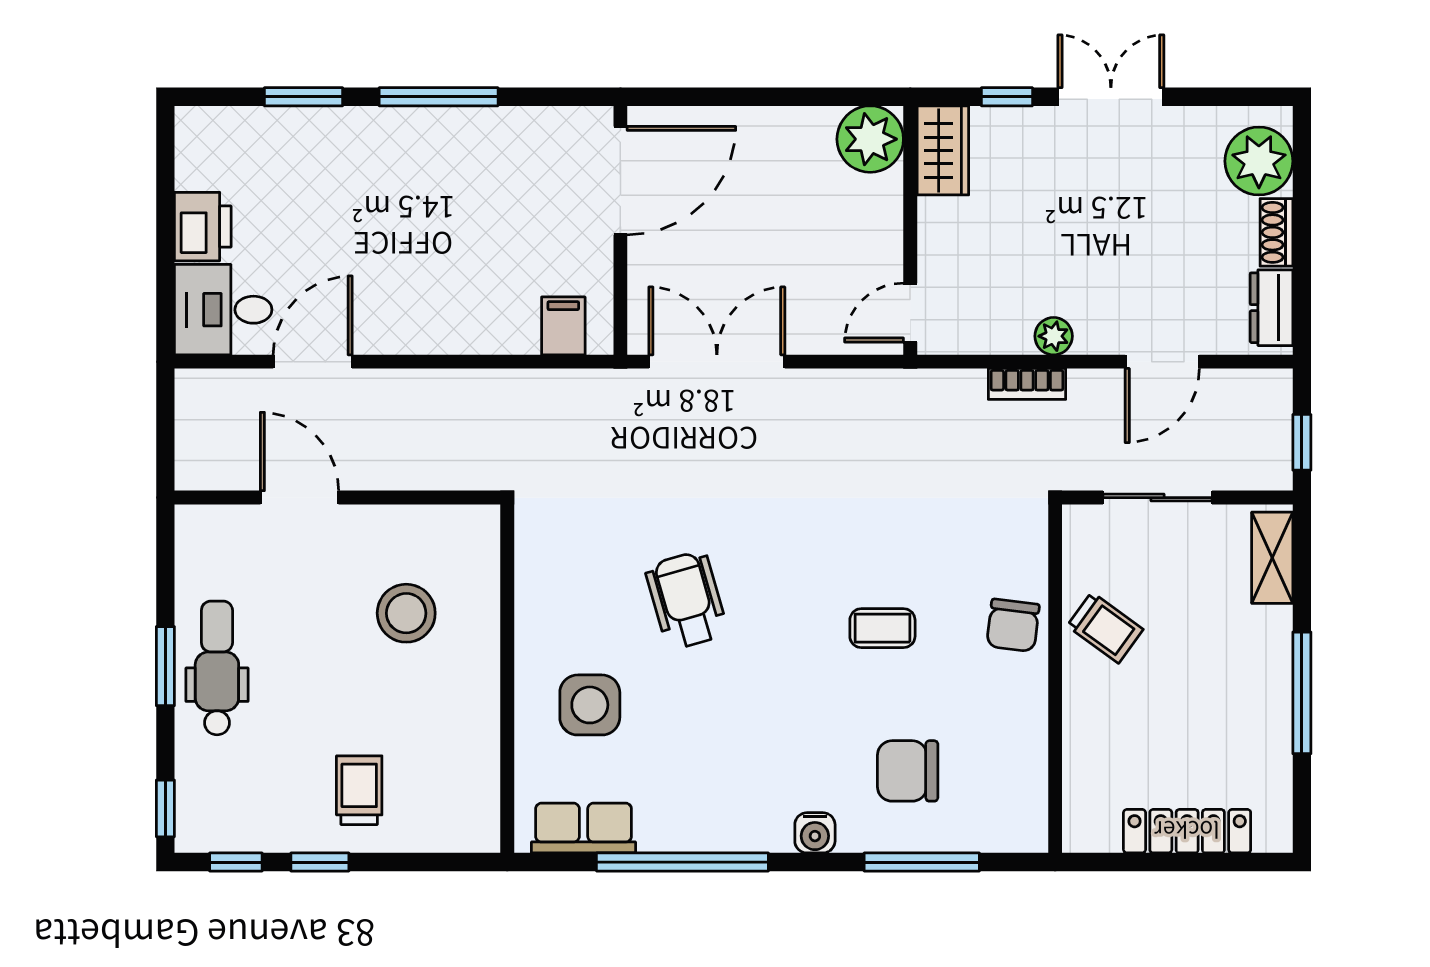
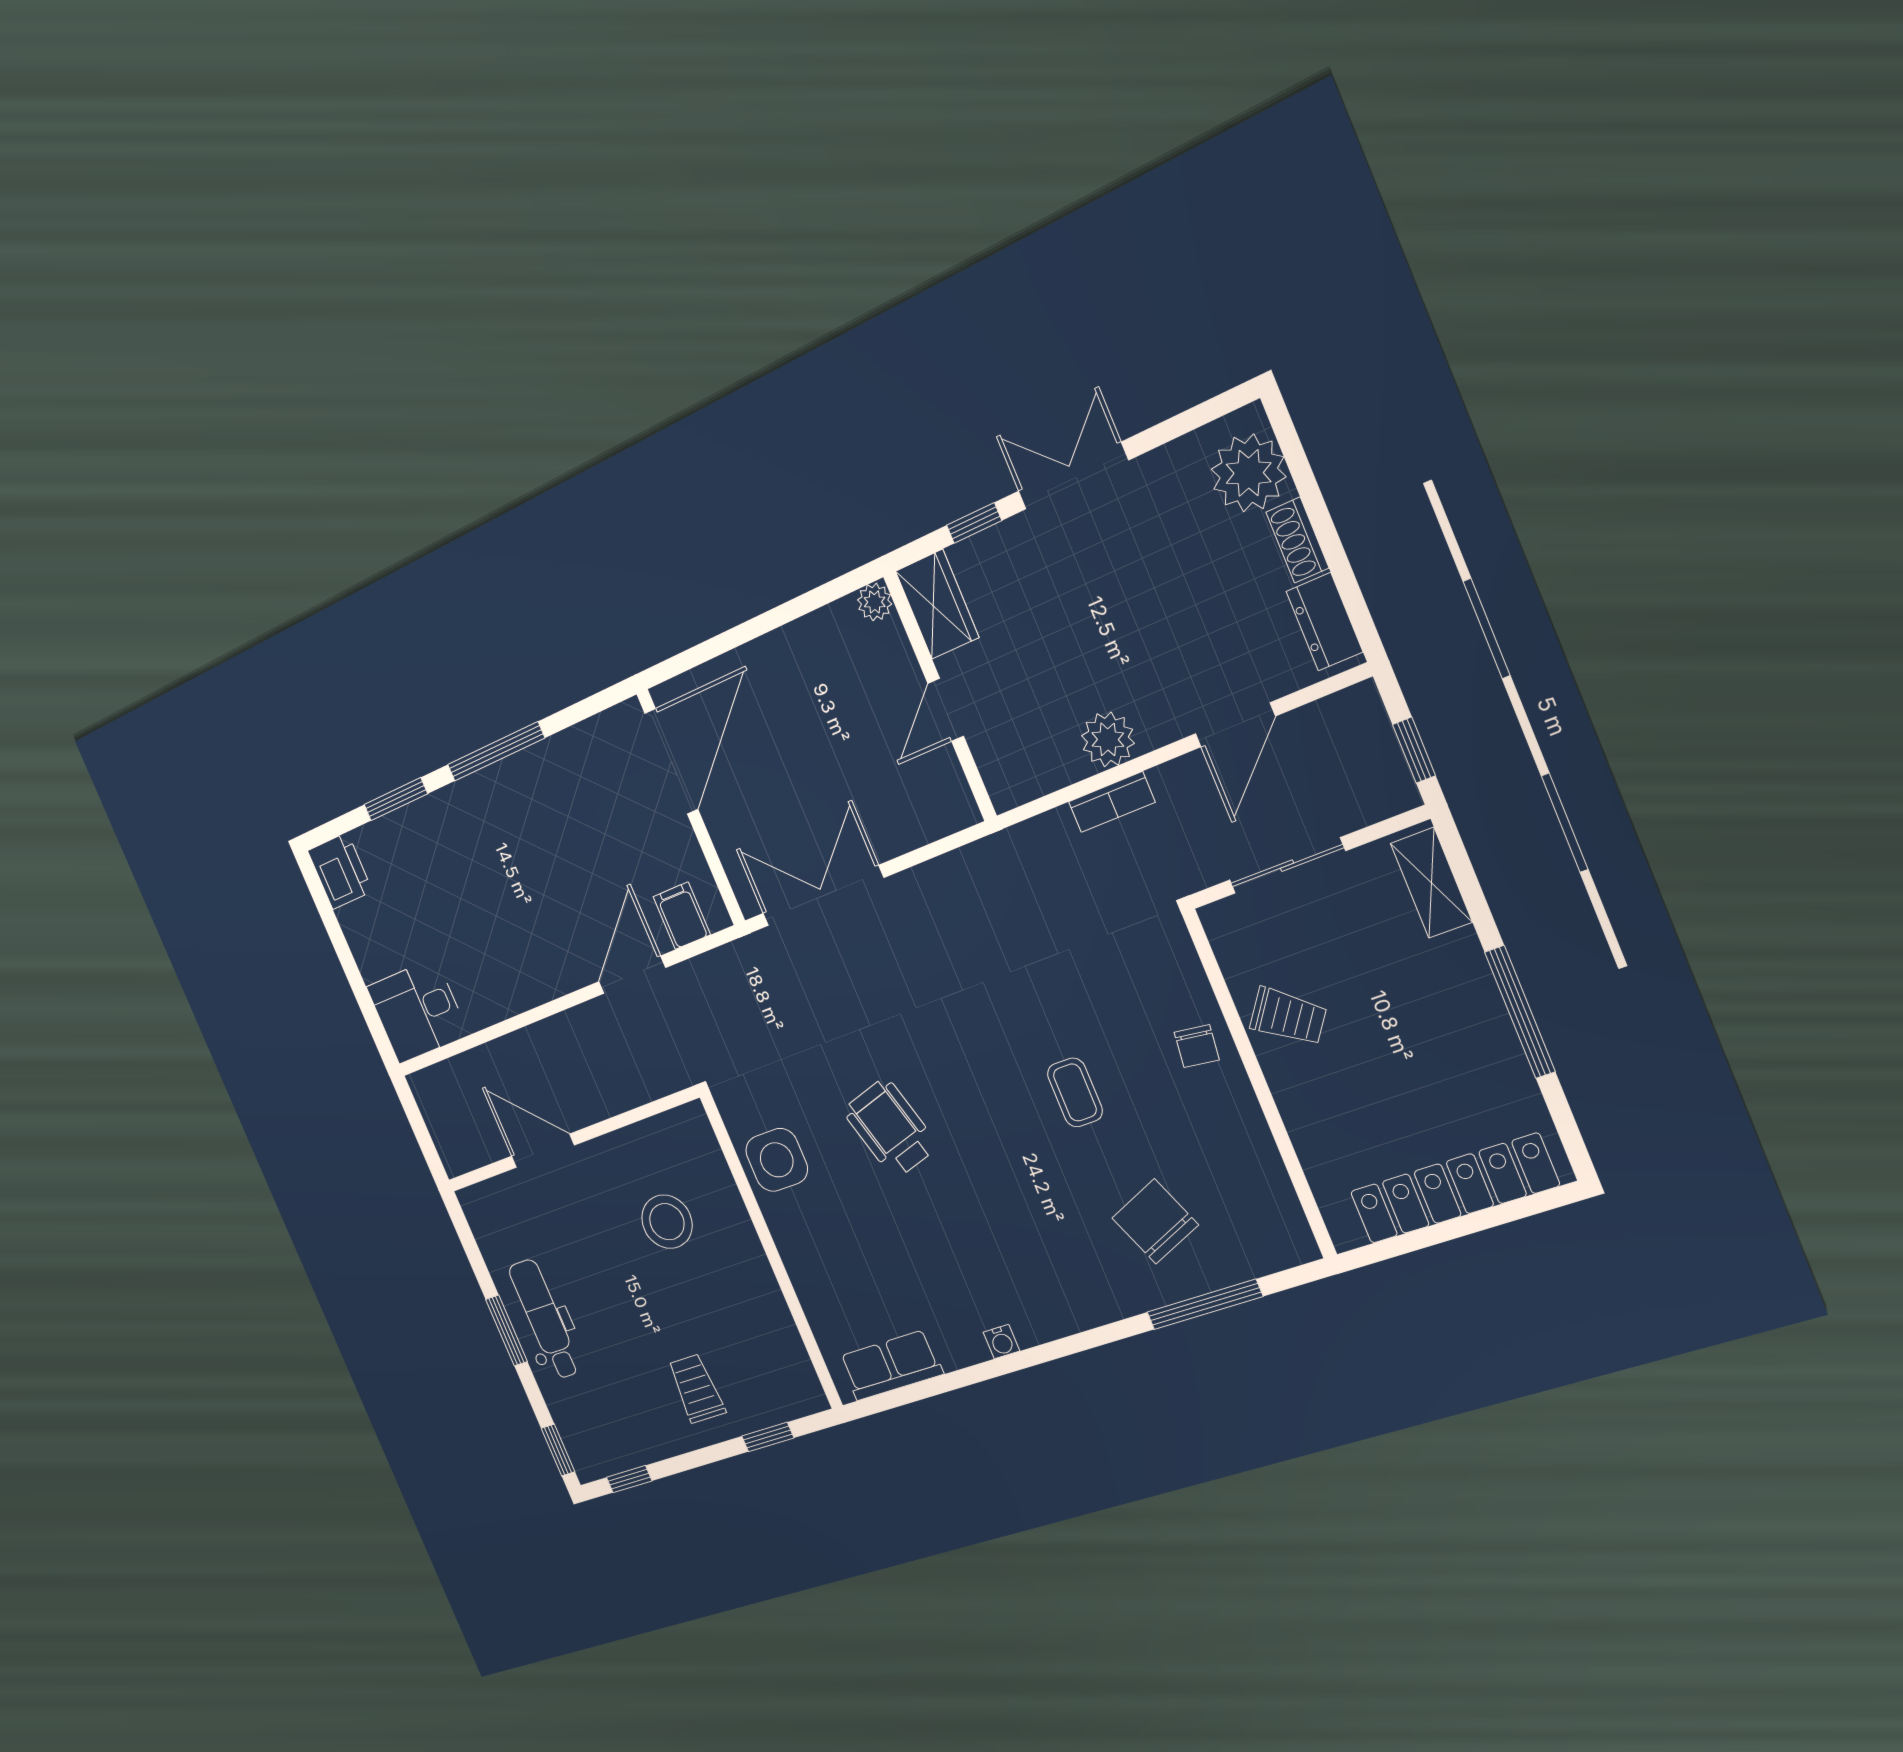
plant: (870, 139) -> (875, 602), width x0.53, depth x0.53
printer: (203, 227) -> (340, 871), moved
door: (910, 313) -> (946, 710), moved
plant: (1054, 336) -> (1108, 739), width x1.38, depth x1.38
door: (313, 362) -> (632, 975), moved
chair: (1013, 625) -> (1197, 1046), width x0.73, depth x0.73
coffee table: (882, 628) -> (1075, 1092), turned 90
side table: (590, 705) -> (777, 1160), moved
chair: (908, 771) -> (1155, 1221), turned 67
locker: (1187, 831) -> (1454, 1189), width x1.41, depth x1.21
water cooler: (815, 833) -> (1001, 1342), moved, width x0.72, depth x0.72
window: (320, 862) -> (768, 1437), moved
window: (682, 862) -> (988, 1370), removed

